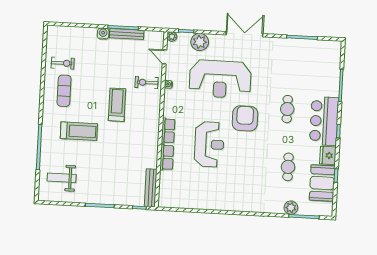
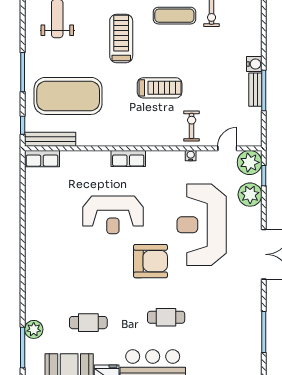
bench: (127, 34) -> (255, 90), width x0.73
plant: (172, 37) -> (250, 162), width x1.88, depth x1.88
treadmill: (79, 131) -> (121, 38), turned 180
row of seats: (167, 157) -> (42, 159), moved
exercise mat: (119, 173) -> (68, 96), added

